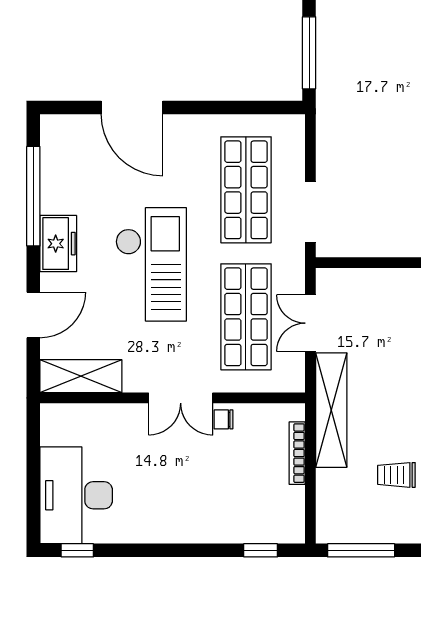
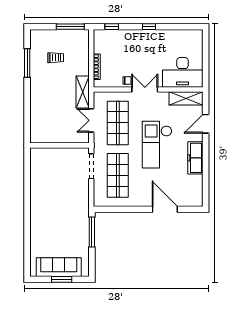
window: (33, 196) -> (206, 173), removed
freezer: (58, 244) -> (195, 158), width x1.40
double door: (310, 323) -> (91, 120), swing flipped
shelving: (331, 410) -> (83, 92), width x0.68
desk: (76, 495) -> (182, 72), moved, turned 90
window: (77, 550) -> (149, 27), moved

